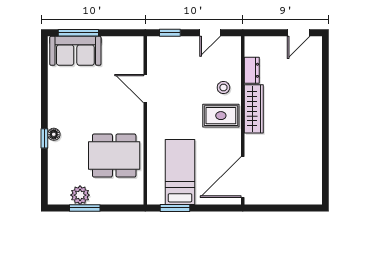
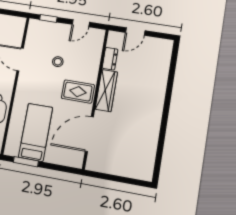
door: (299, 33) -> (135, 32), moved
stool: (223, 88) -> (58, 62), moved
door: (243, 177) -> (89, 134), moved

